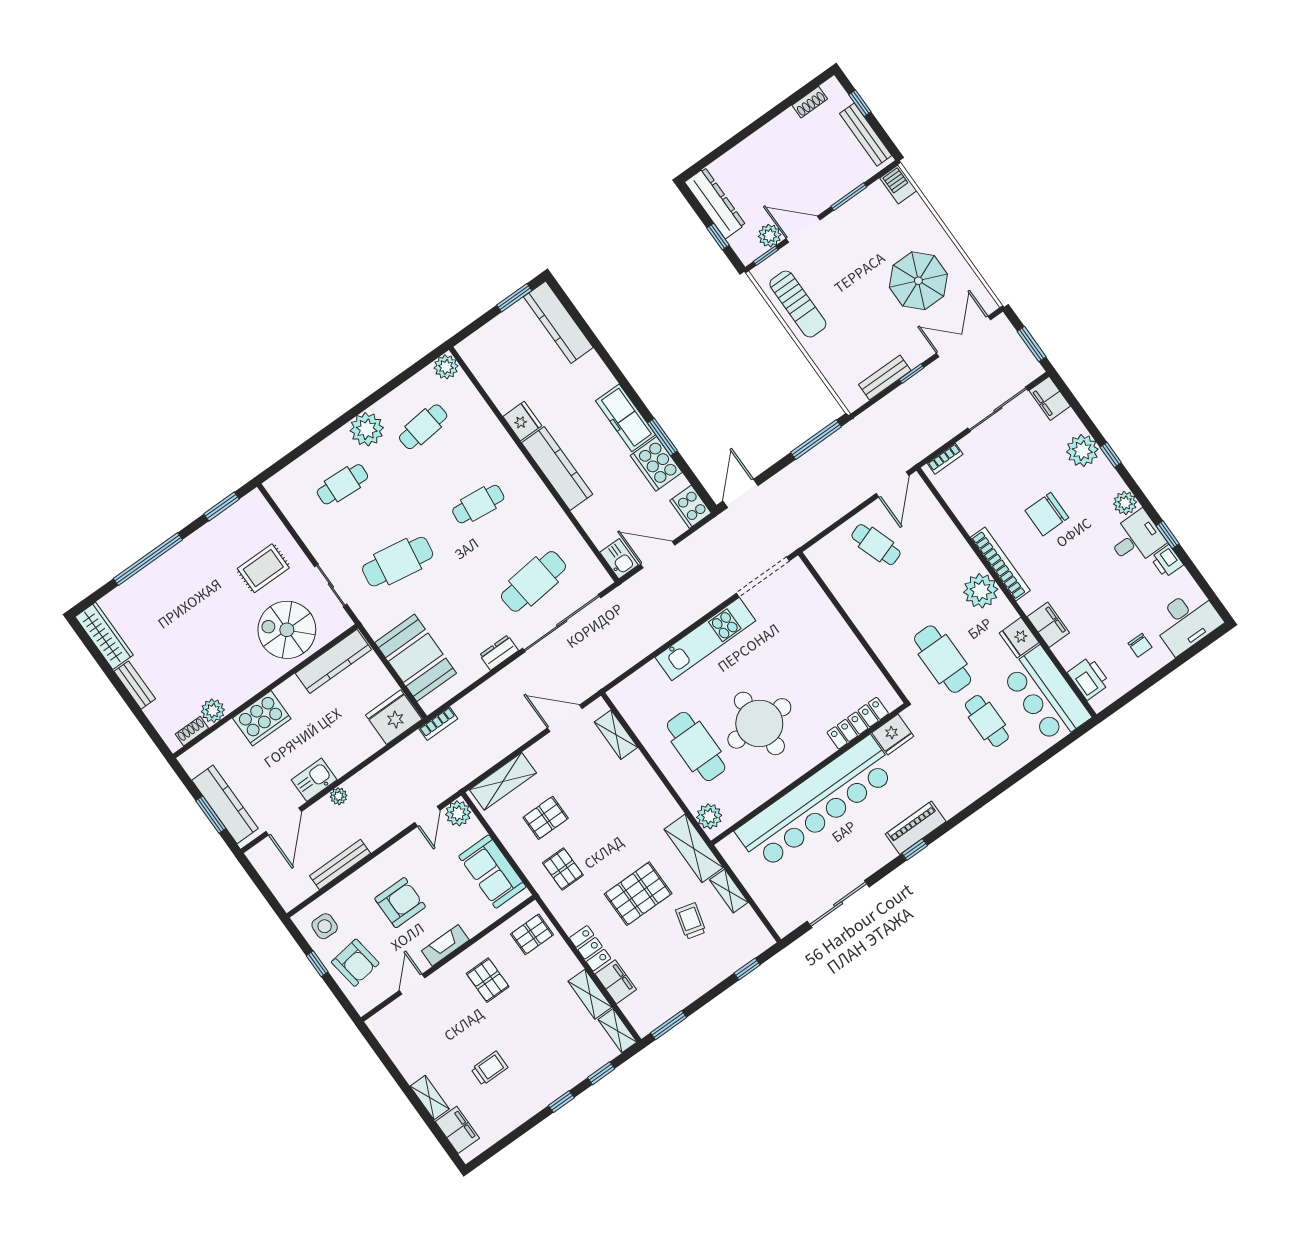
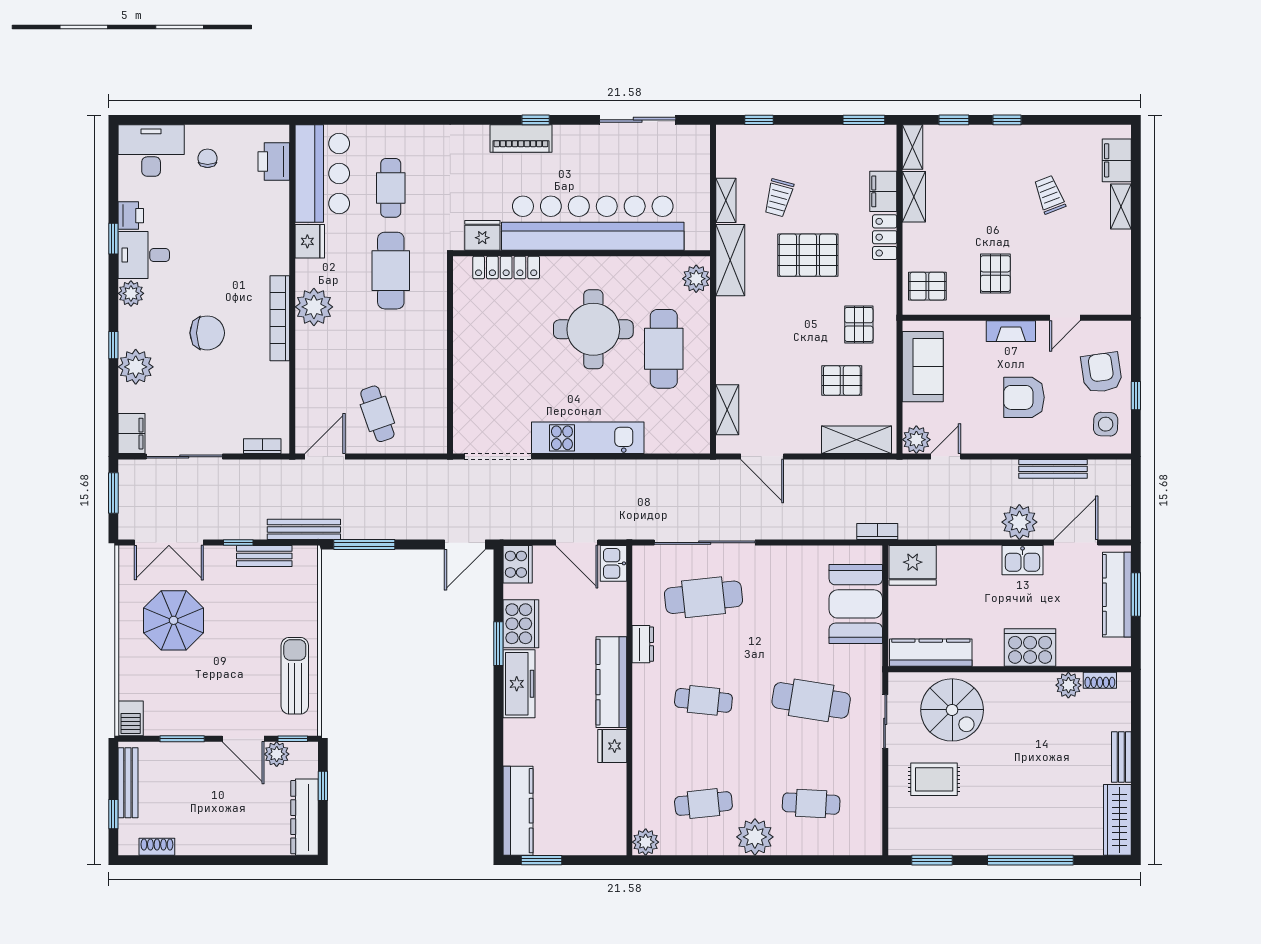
bench: (869, 419) -> (304, 529), added
filing cabinet: (1048, 625) -> (276, 234), removed
dresser: (499, 653) -> (643, 644), moved, turned -90
plant: (339, 796) -> (1019, 522), width x1.88, depth x1.88
trolley: (489, 1068) -> (1049, 195), turned 69

